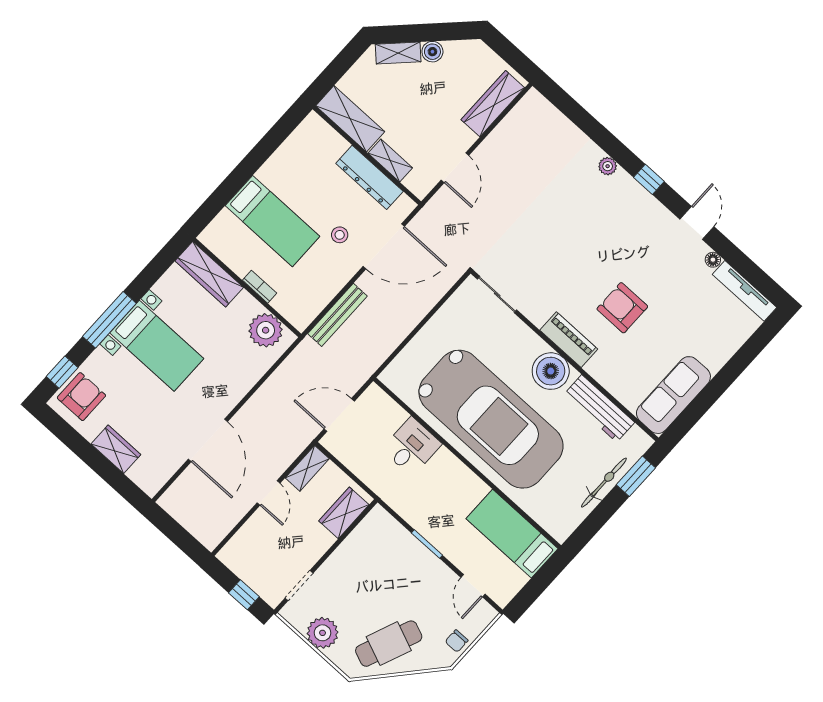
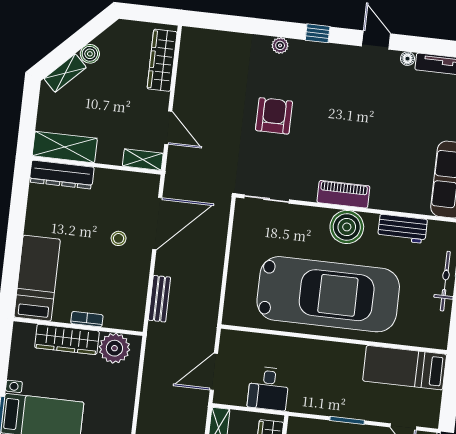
shelving: (390, 161) -> (143, 160), moved
dresser: (369, 177) -> (62, 175), moved
bed: (272, 221) -> (37, 278), moved, turned -90
wardrobe: (209, 274) -> (67, 339), moved
armchair: (622, 308) -> (274, 116), moved, turned 90
bench: (337, 315) -> (159, 299), width x0.73
workbench: (599, 408) -> (402, 229), width x0.73
desk: (412, 447) -> (268, 388), moved, turned 180

